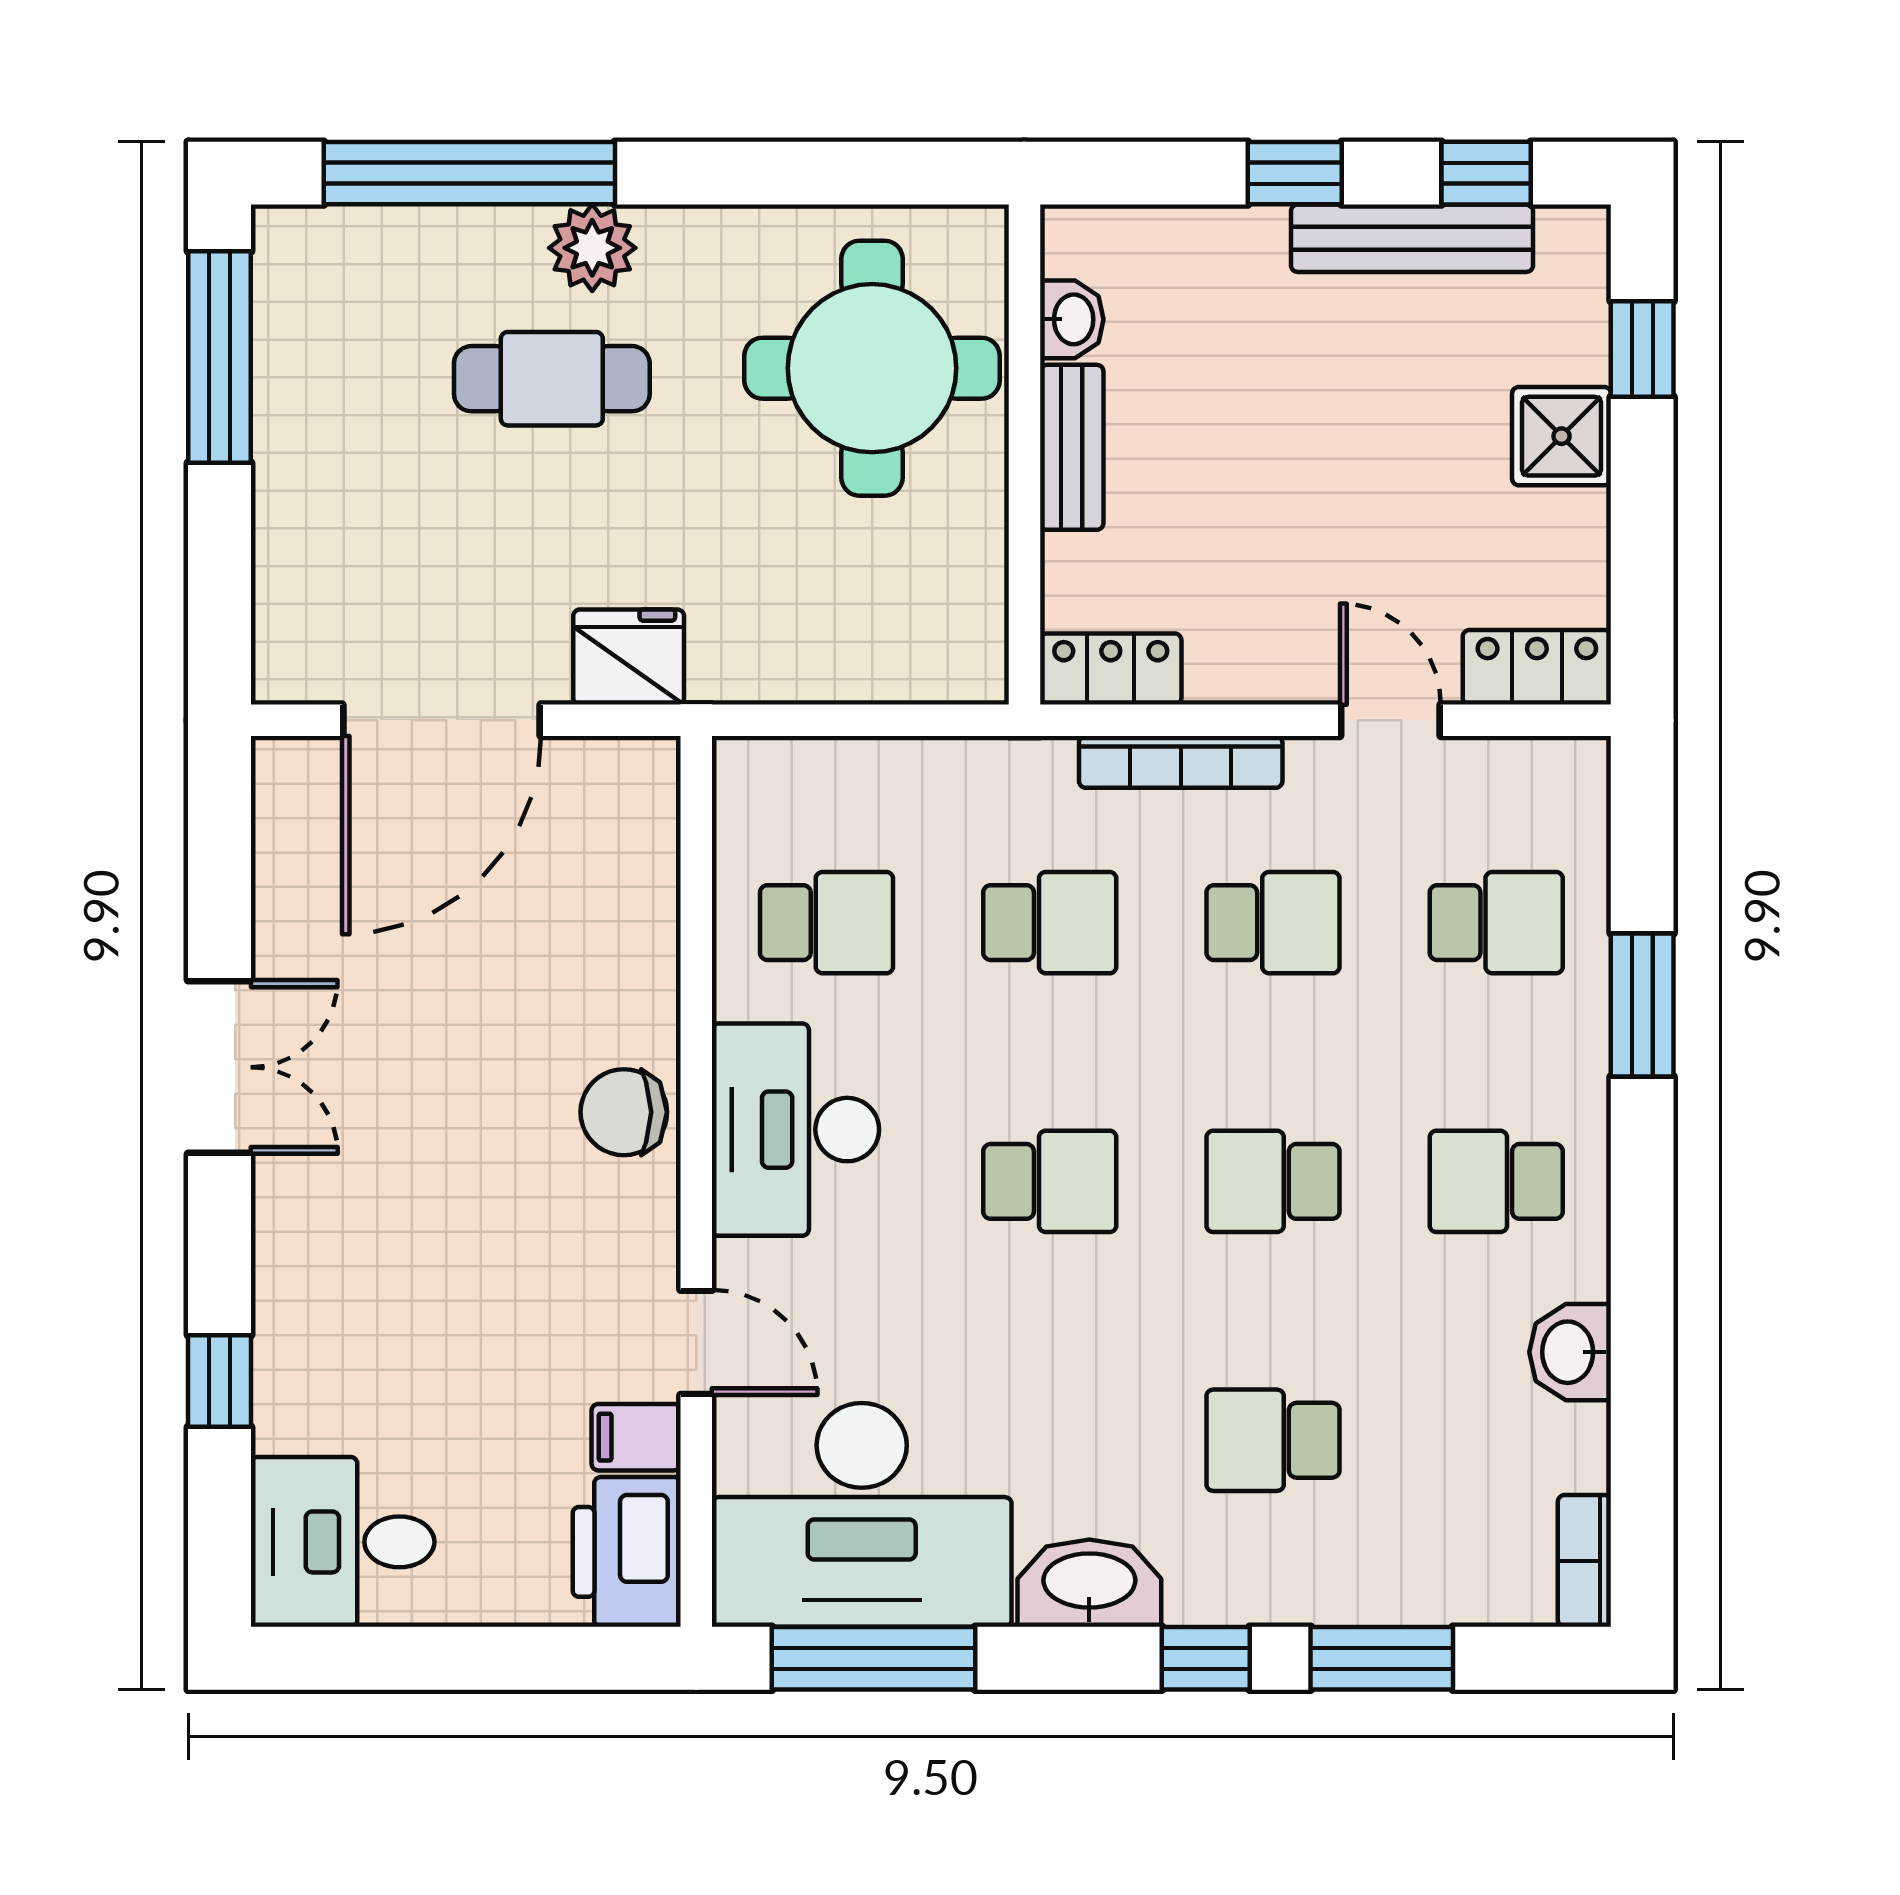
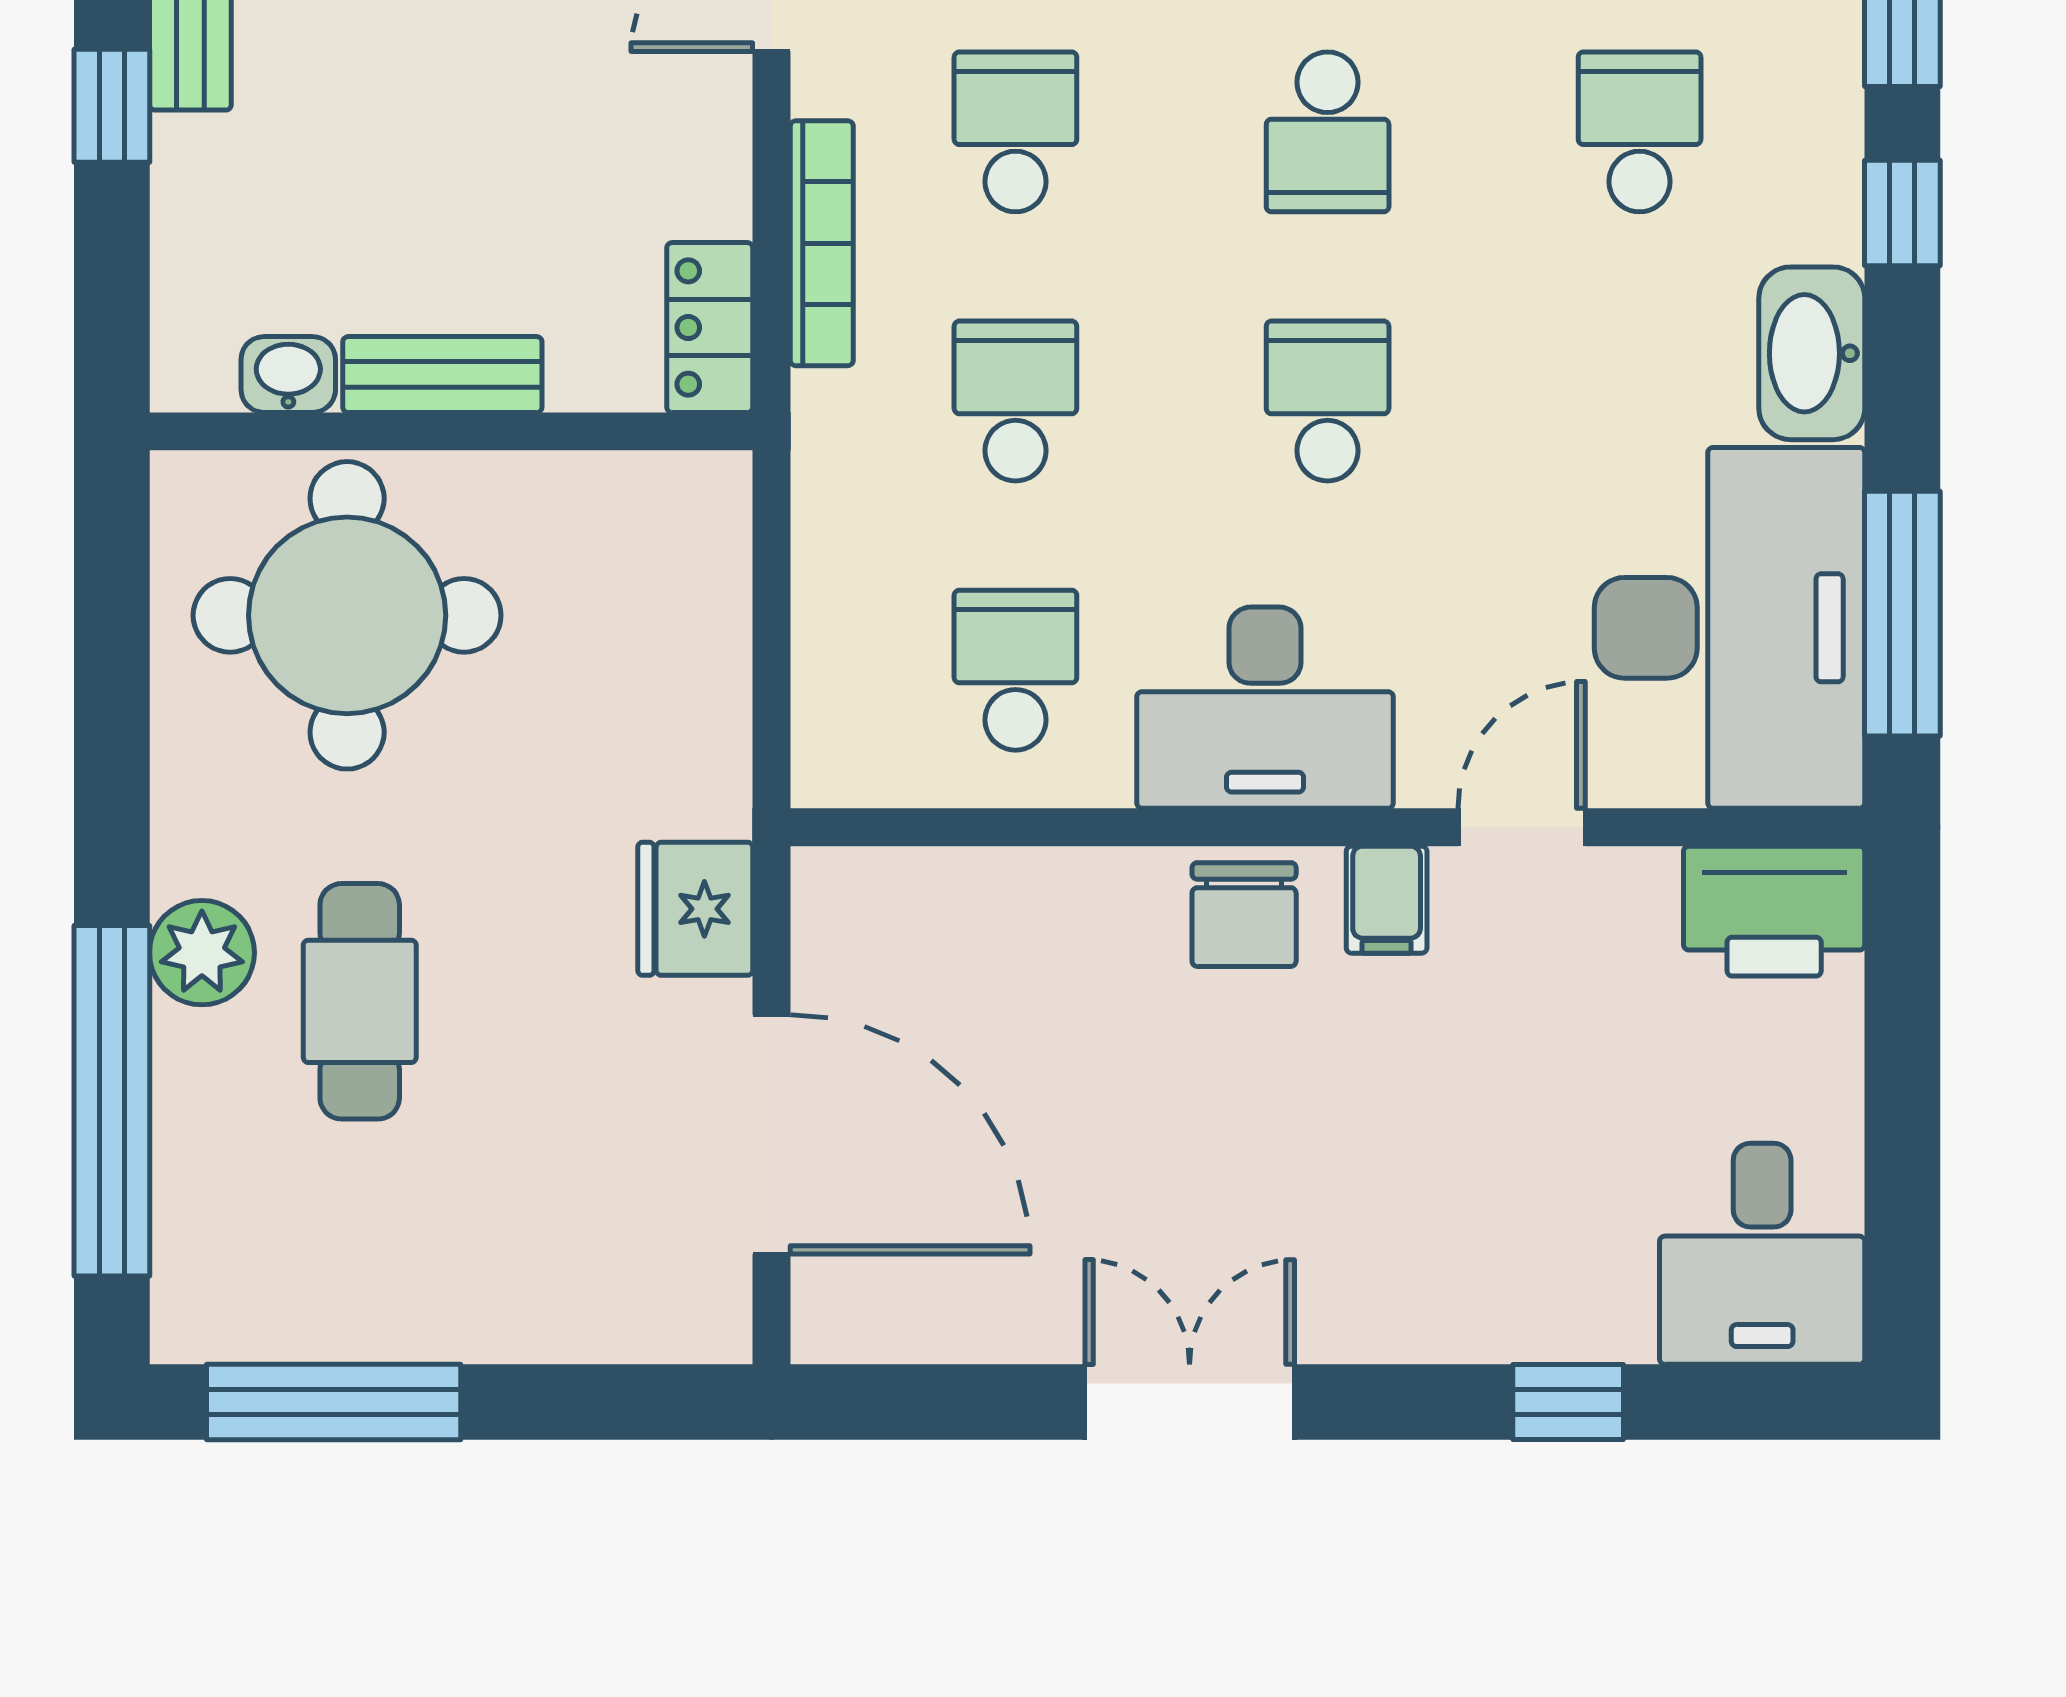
filing cabinet: (636, 1437) -> (1387, 900), moved
school desk: (1273, 1440) -> (1640, 132), turned 180

